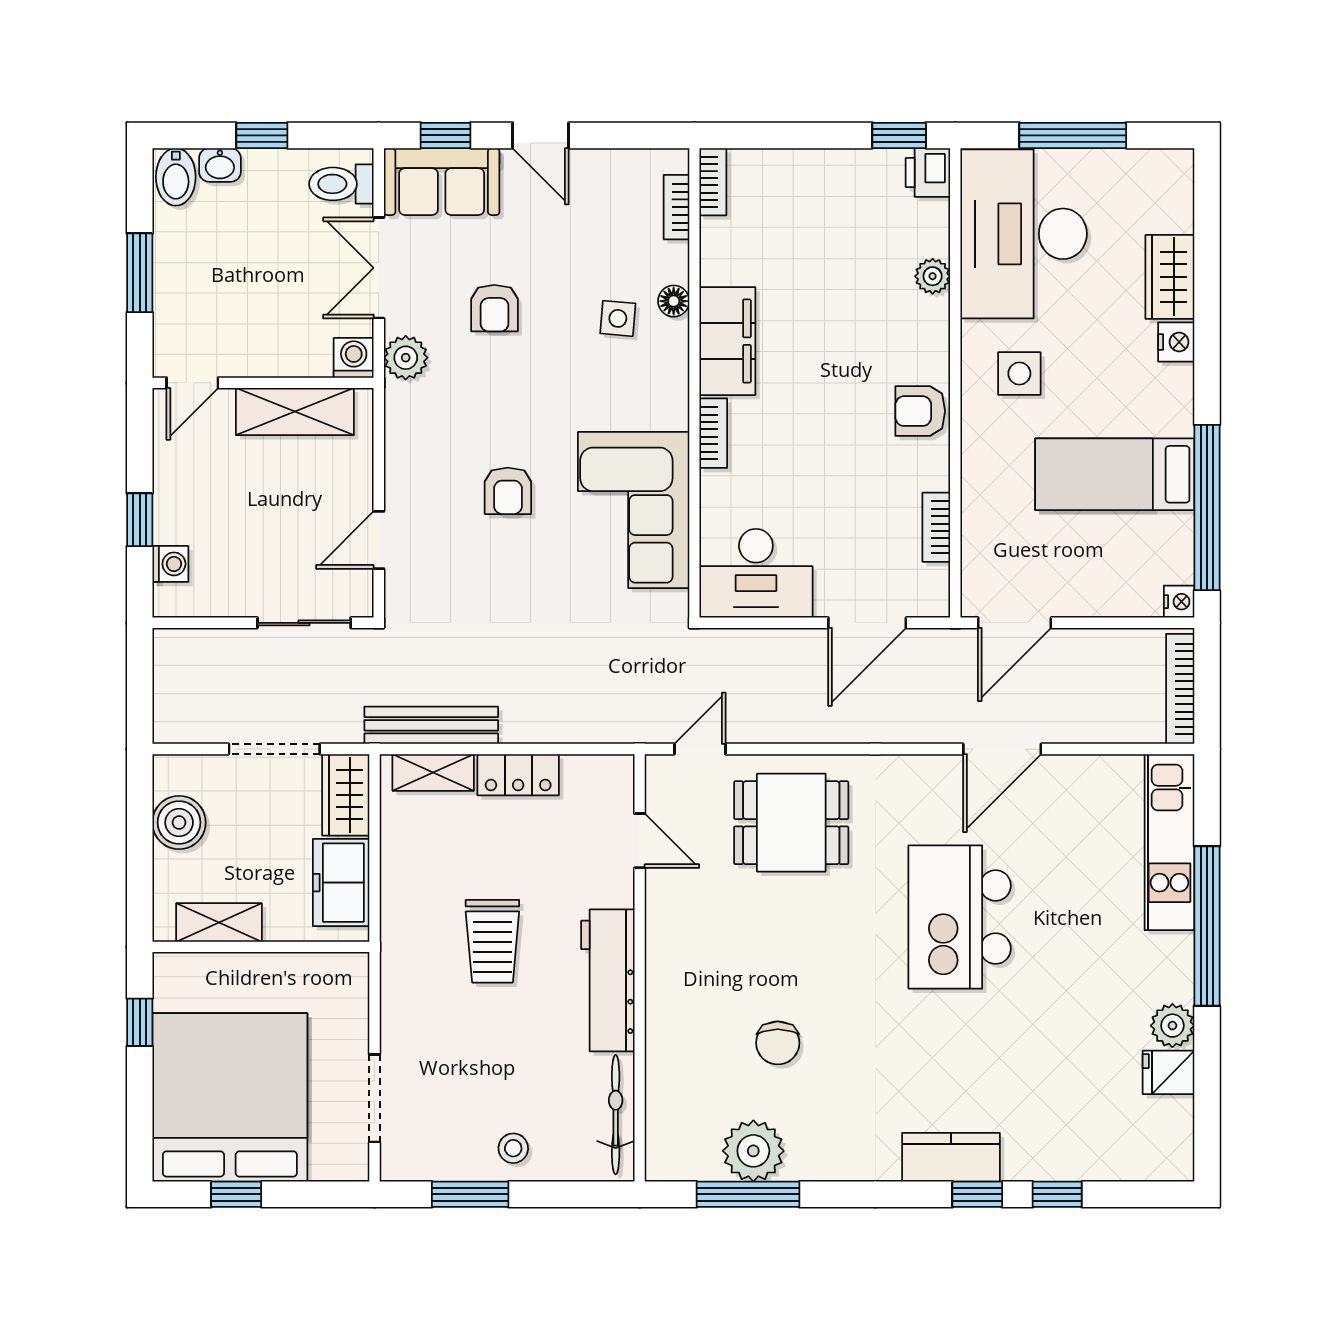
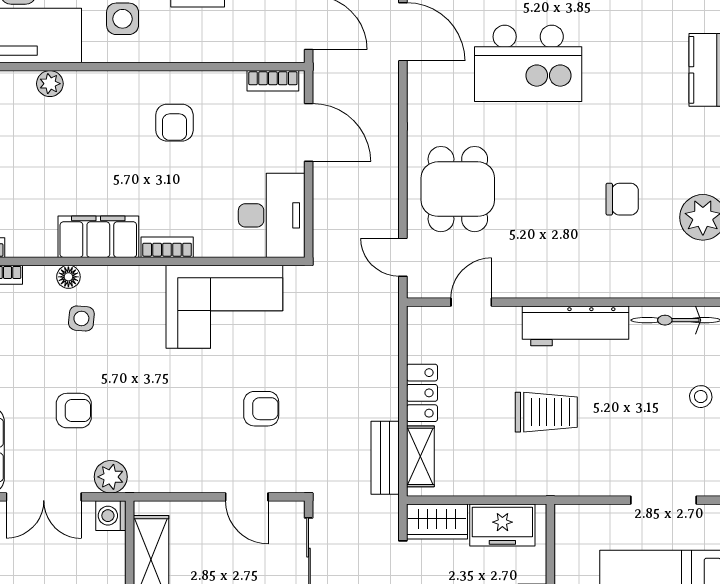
armchair: (920, 411) -> (174, 123), moved
armchair: (508, 491) -> (261, 409), moved
bookcase: (936, 527) -> (273, 81), moved
bench: (431, 725) -> (385, 458), width x0.73

